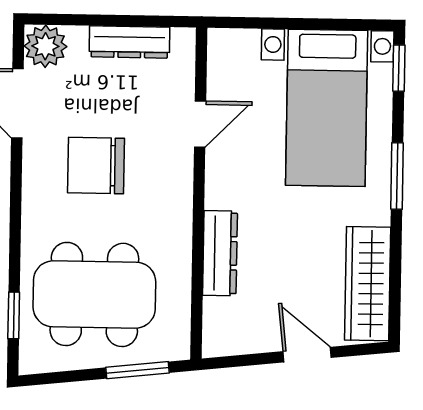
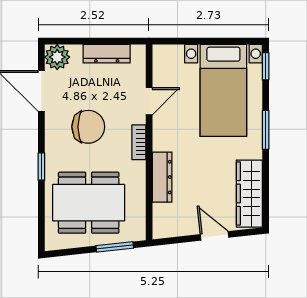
chair: (96, 166) -> (88, 127), turned 180
bookcase: (181, 193) -> (139, 142), added
window: (14, 315) -> (41, 167), moved

